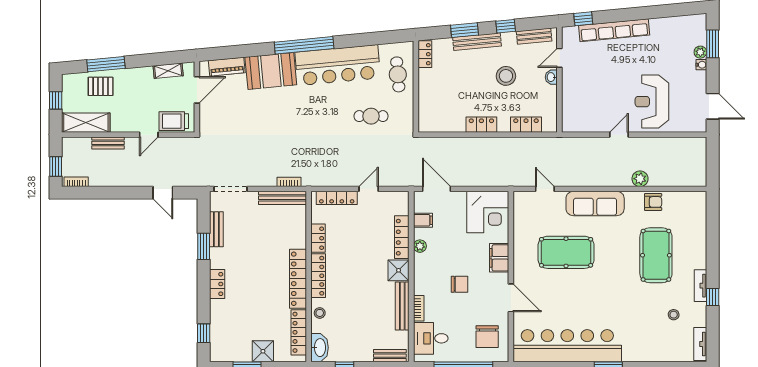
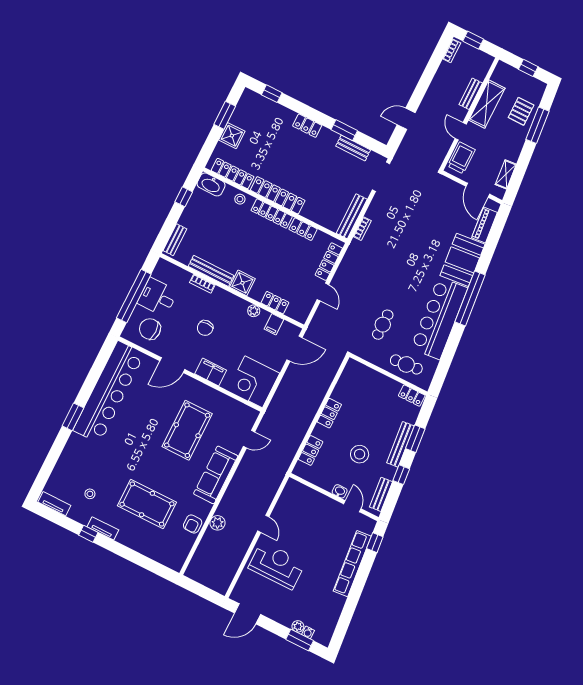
water cooler: (701, 65) -> (308, 632), moved
shelving: (86, 123) -> (487, 104), moved
locker: (402, 237) -> (275, 303), width x0.66
desk: (431, 338) -> (158, 297), moved, turned -90

